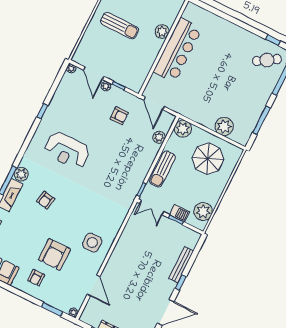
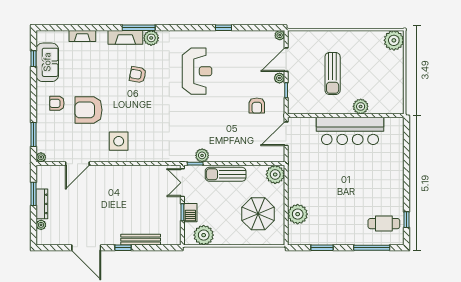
sun lounger: (120, 26) -> (333, 74), moved
cafe table: (267, 60) -> (384, 224), turned -58
window: (261, 120) -> (322, 248), width x0.69
plant: (159, 137) -> (202, 155), moved
reception desk: (67, 150) -> (197, 71), turned 180

